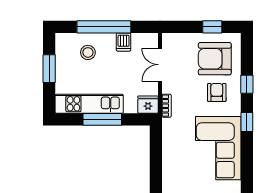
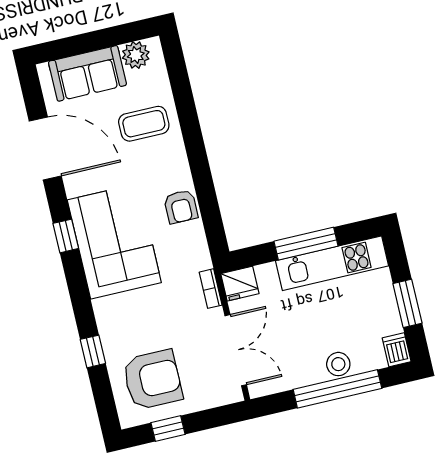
dishwasher: (124, 42) -> (397, 350), moved
stool: (88, 52) -> (338, 364), moved
double door: (160, 65) -> (236, 350), width x1.37
armchair: (217, 92) -> (181, 207), moved
window: (247, 122) -> (66, 236), moved

